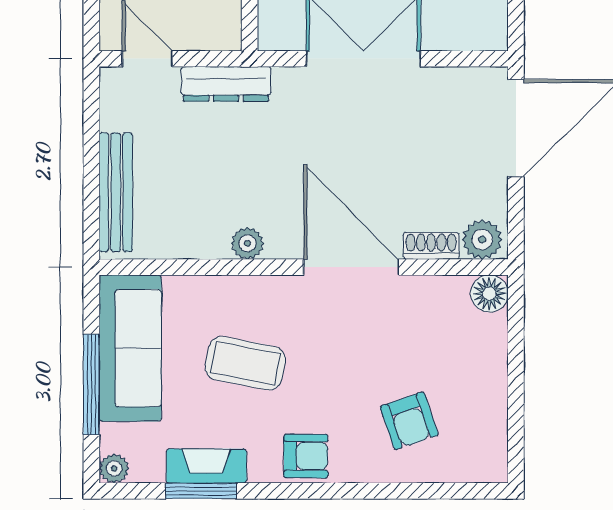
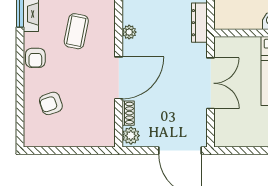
floor lamp: (489, 294) -> (107, 139), removed

